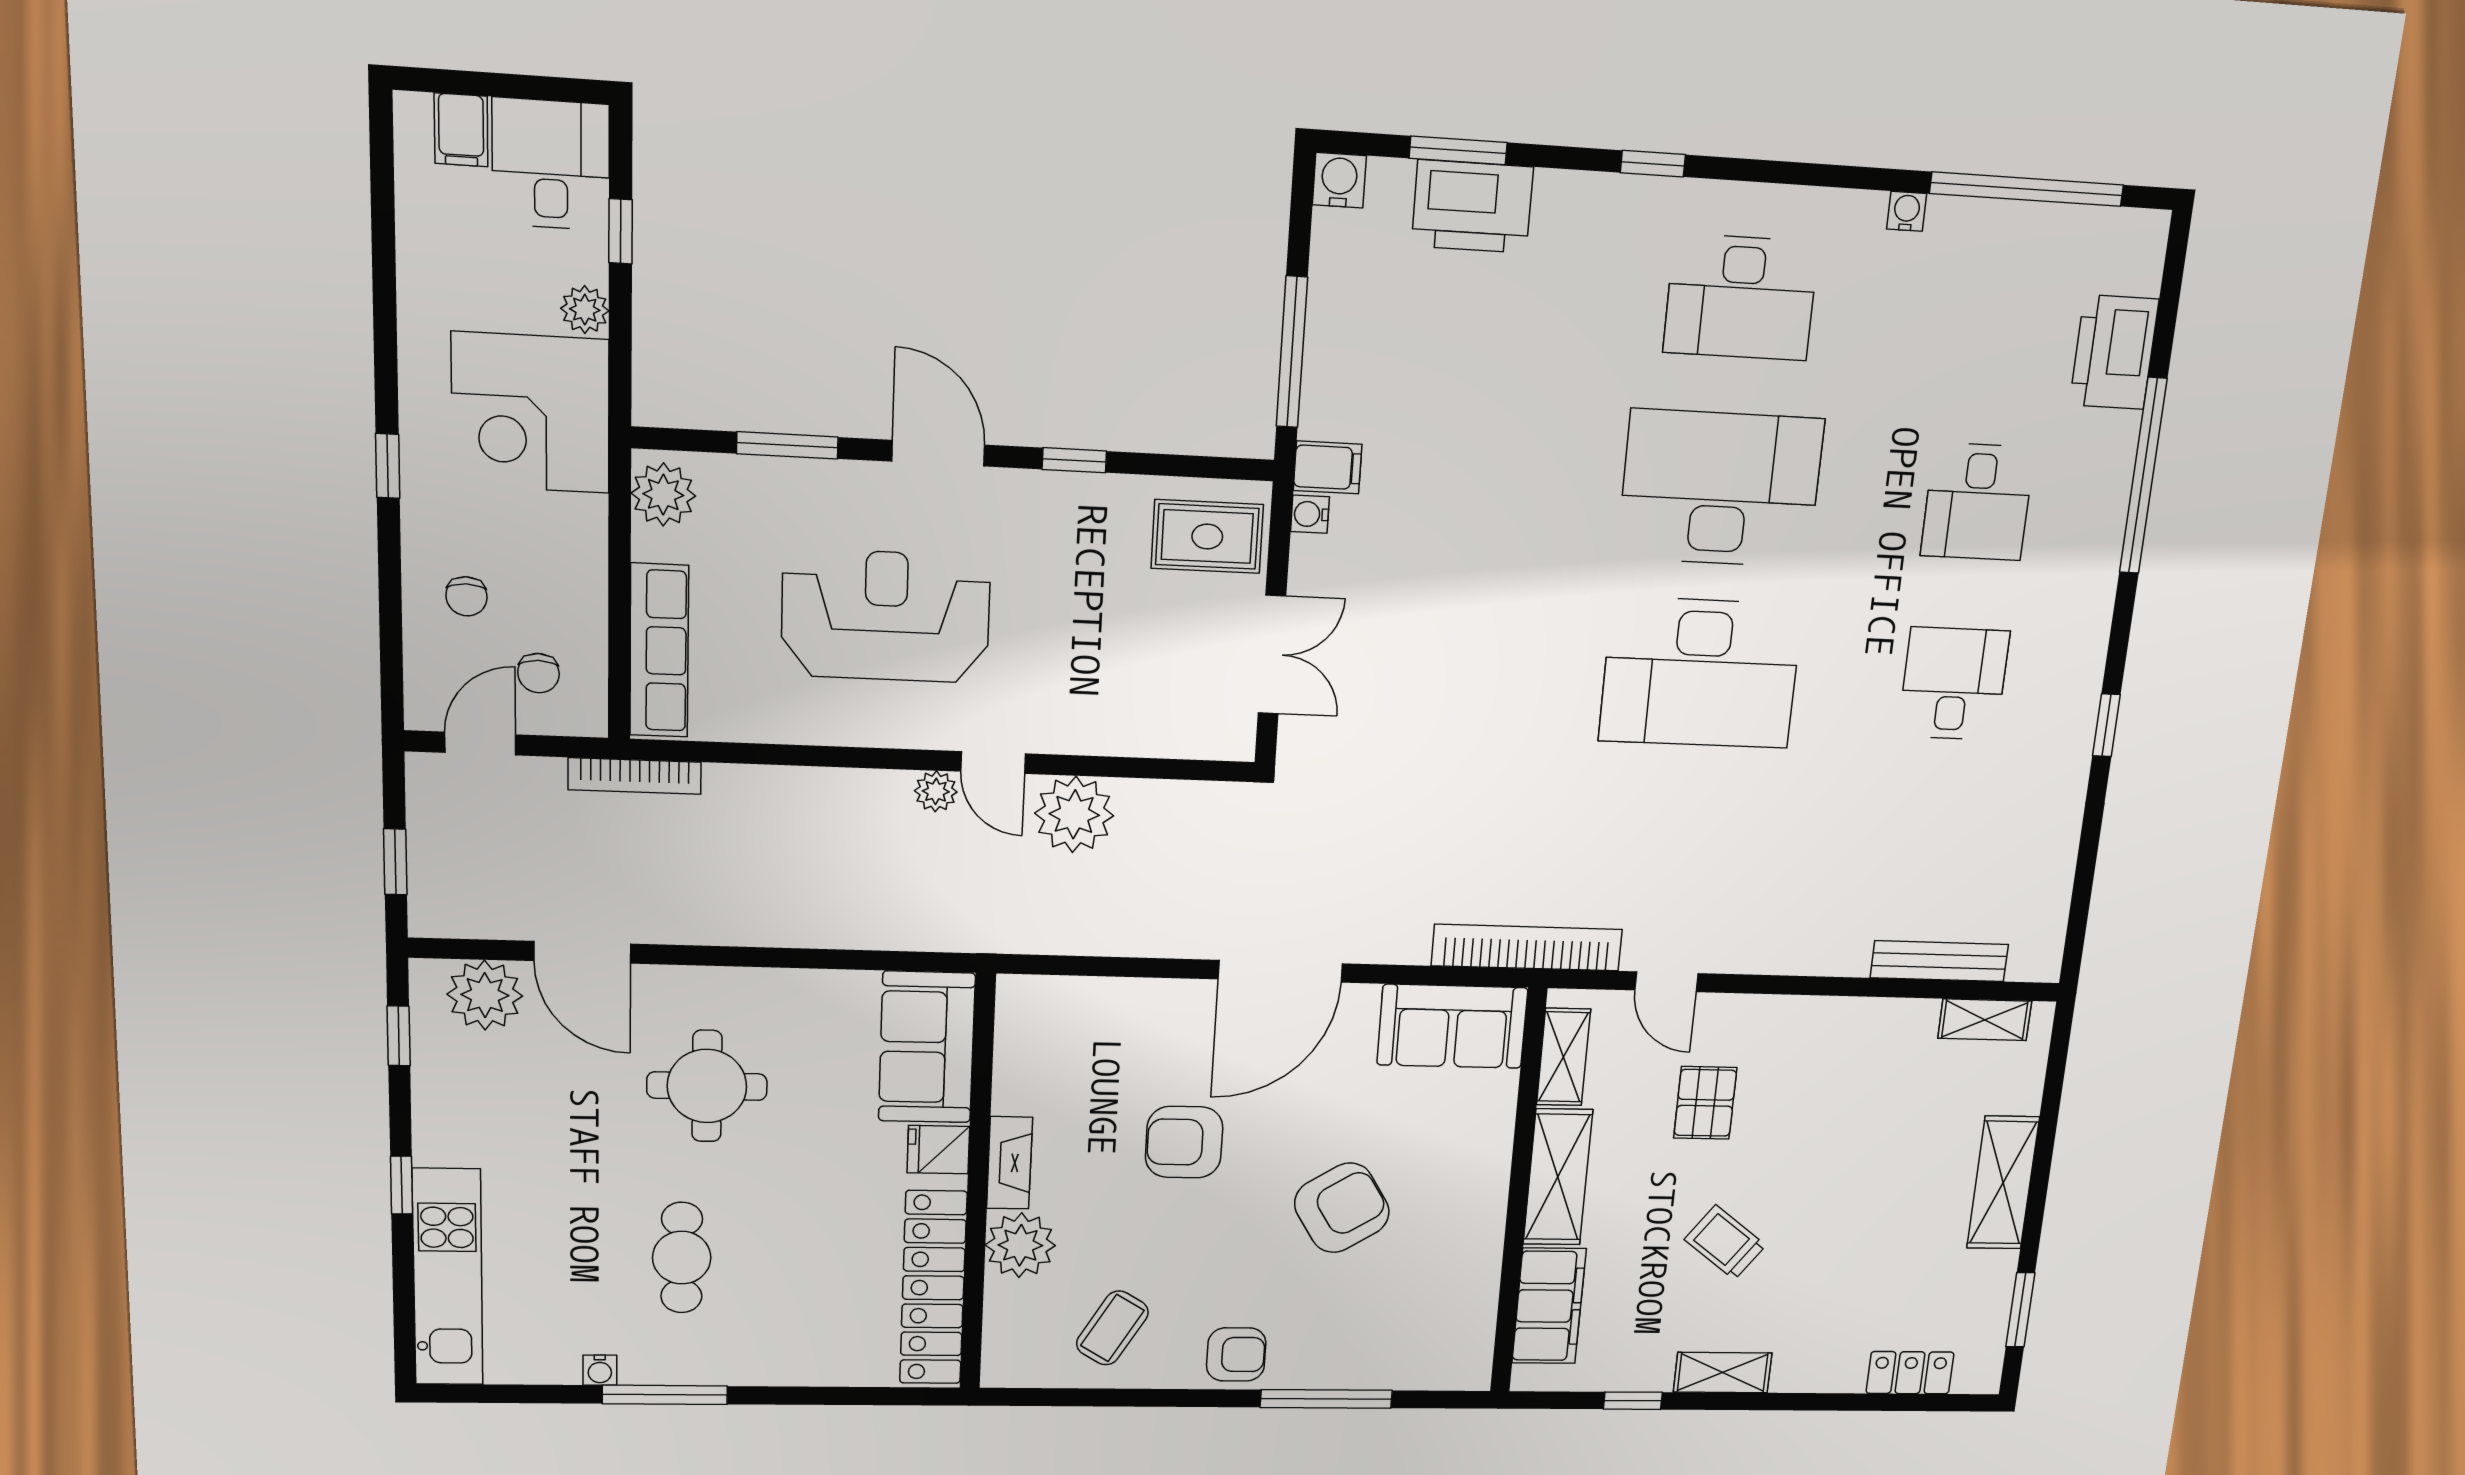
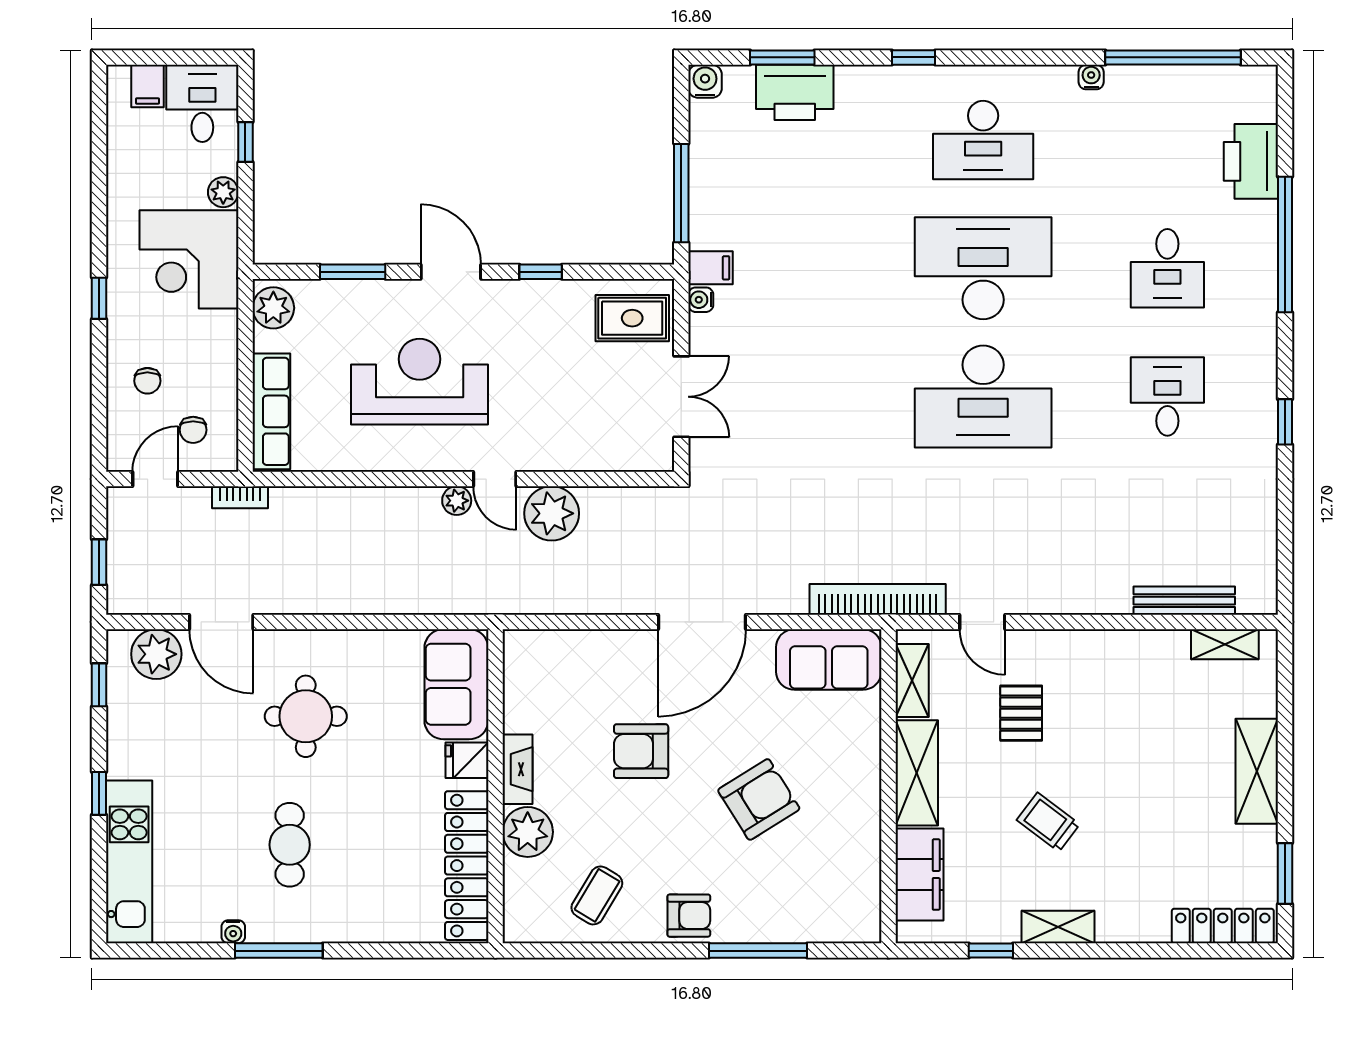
bookcase: (635, 776) -> (240, 497), width x0.64
locker: (1910, 1373) -> (1223, 926), width x1.53

